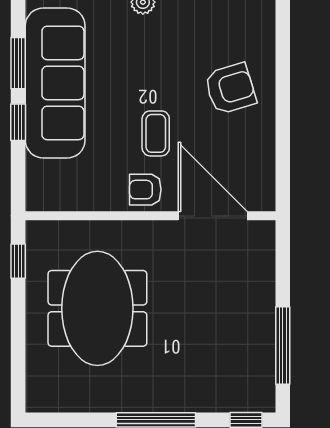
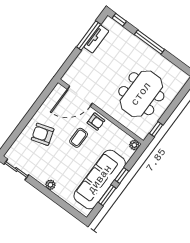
plant: (38, 199) -> (134, 145), added
door: (213, 216) -> (80, 96), hinge flipped
tv unit: (263, 350) -> (96, 39), added

